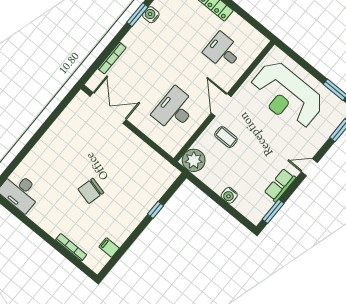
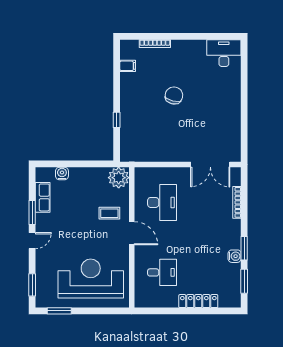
row of seats: (280, 185) -> (43, 197), moved
water cooler: (229, 195) -> (62, 174), moved
window: (273, 211) -> (32, 213), moved

